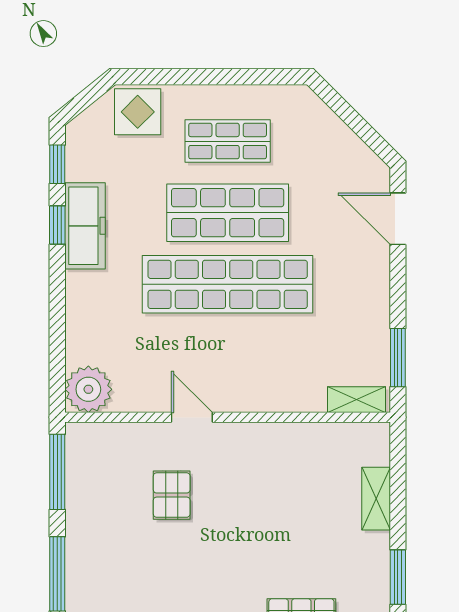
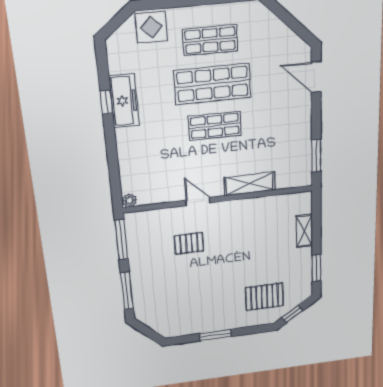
window: (57, 164) -> (102, 65), removed
shop shelf: (228, 284) -> (215, 126), width x0.50, depth x0.74
plant: (88, 389) -> (129, 200), width x0.53, depth x0.53
shelving: (356, 400) -> (250, 184), moved, width x1.50, depth x1.33
pallet: (172, 495) -> (189, 243), turned 90

